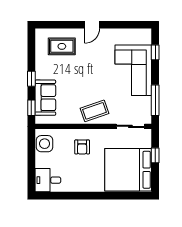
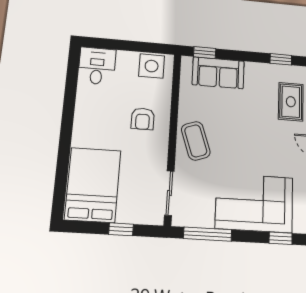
window: (31, 79) -> (281, 59), moved
armchair: (82, 147) -> (143, 119), turned -90
bed: (128, 170) -> (93, 185), width x0.73

